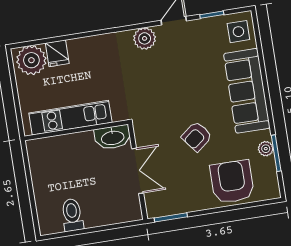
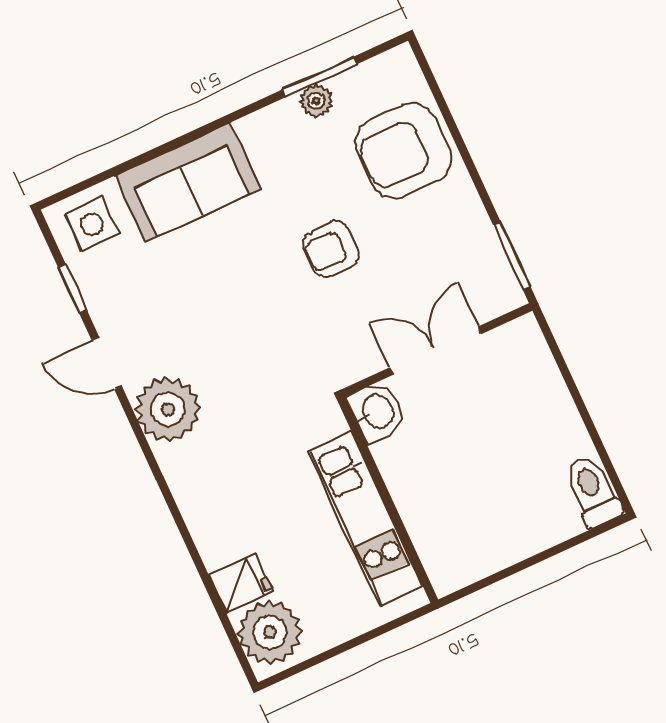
plant: (145, 38) -> (168, 409), width x1.36, depth x1.36
sofa: (247, 91) -> (188, 182), width x0.73
armchair: (197, 136) -> (331, 249), turned 128
washbasin: (113, 137) -> (377, 412), width x0.72
toilet: (72, 215) -> (593, 491), moved, turned 90

